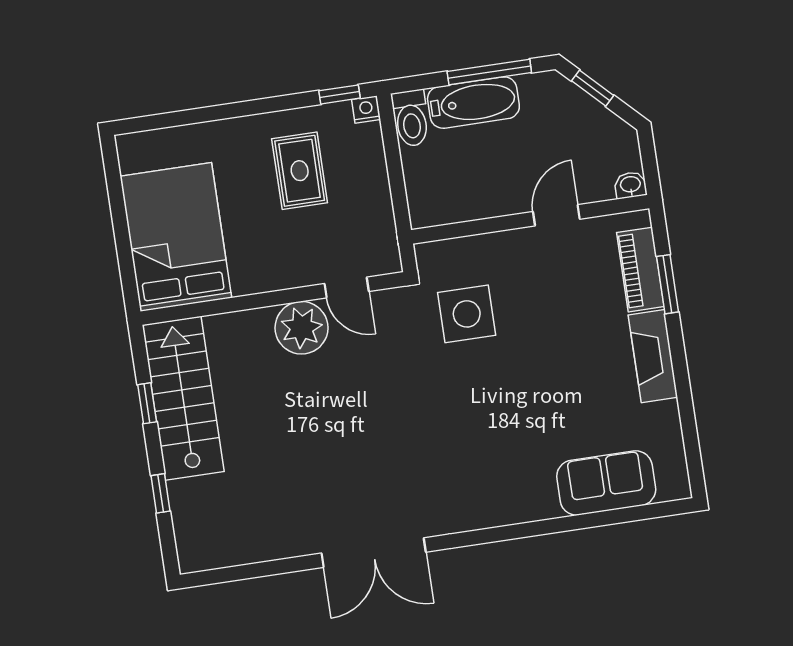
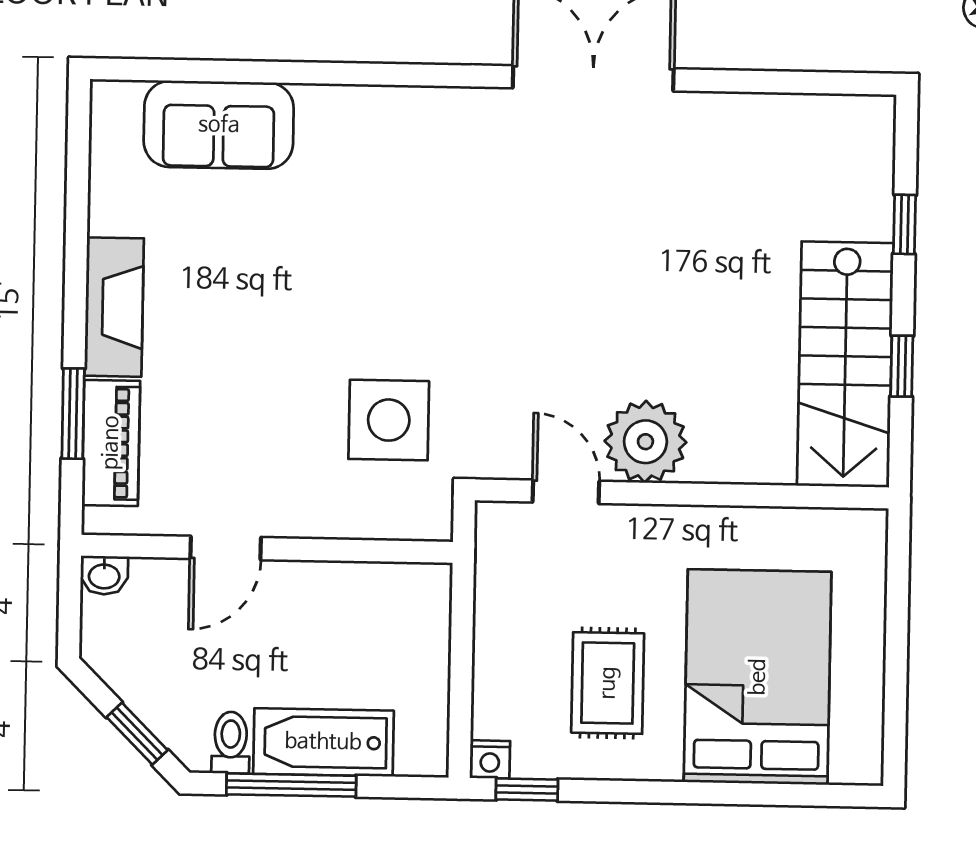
toilet: (411, 118) -> (231, 743), moved, width x0.73, depth x0.72
bed: (176, 237) -> (758, 677), moved, turned 180

